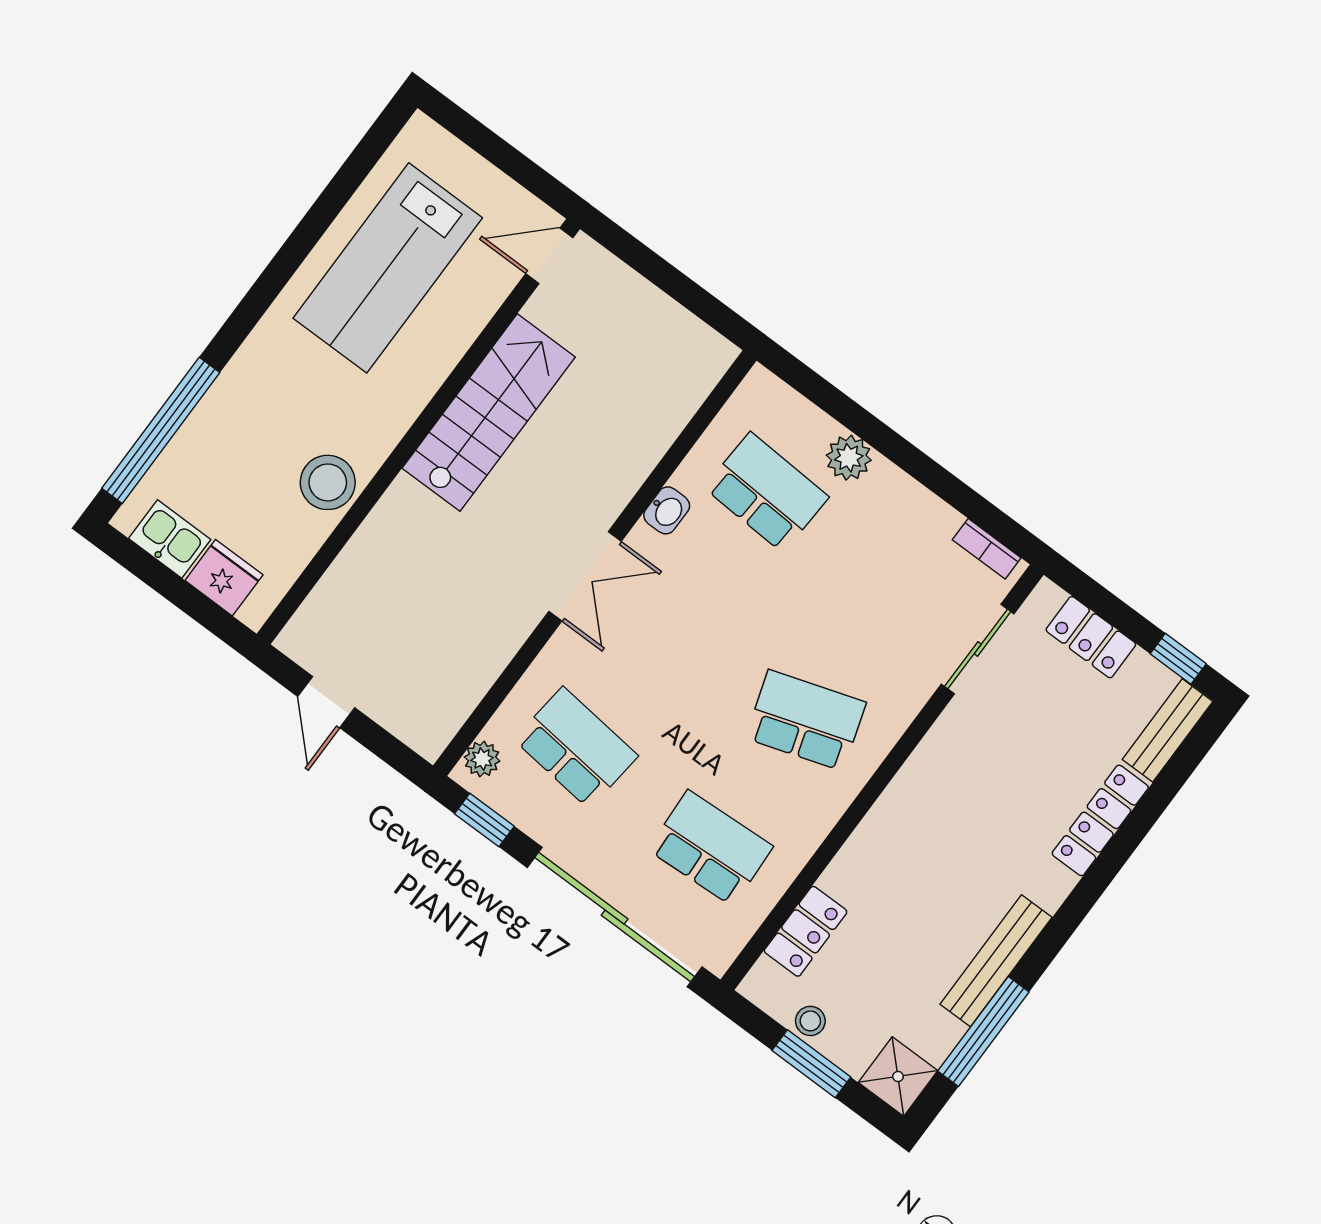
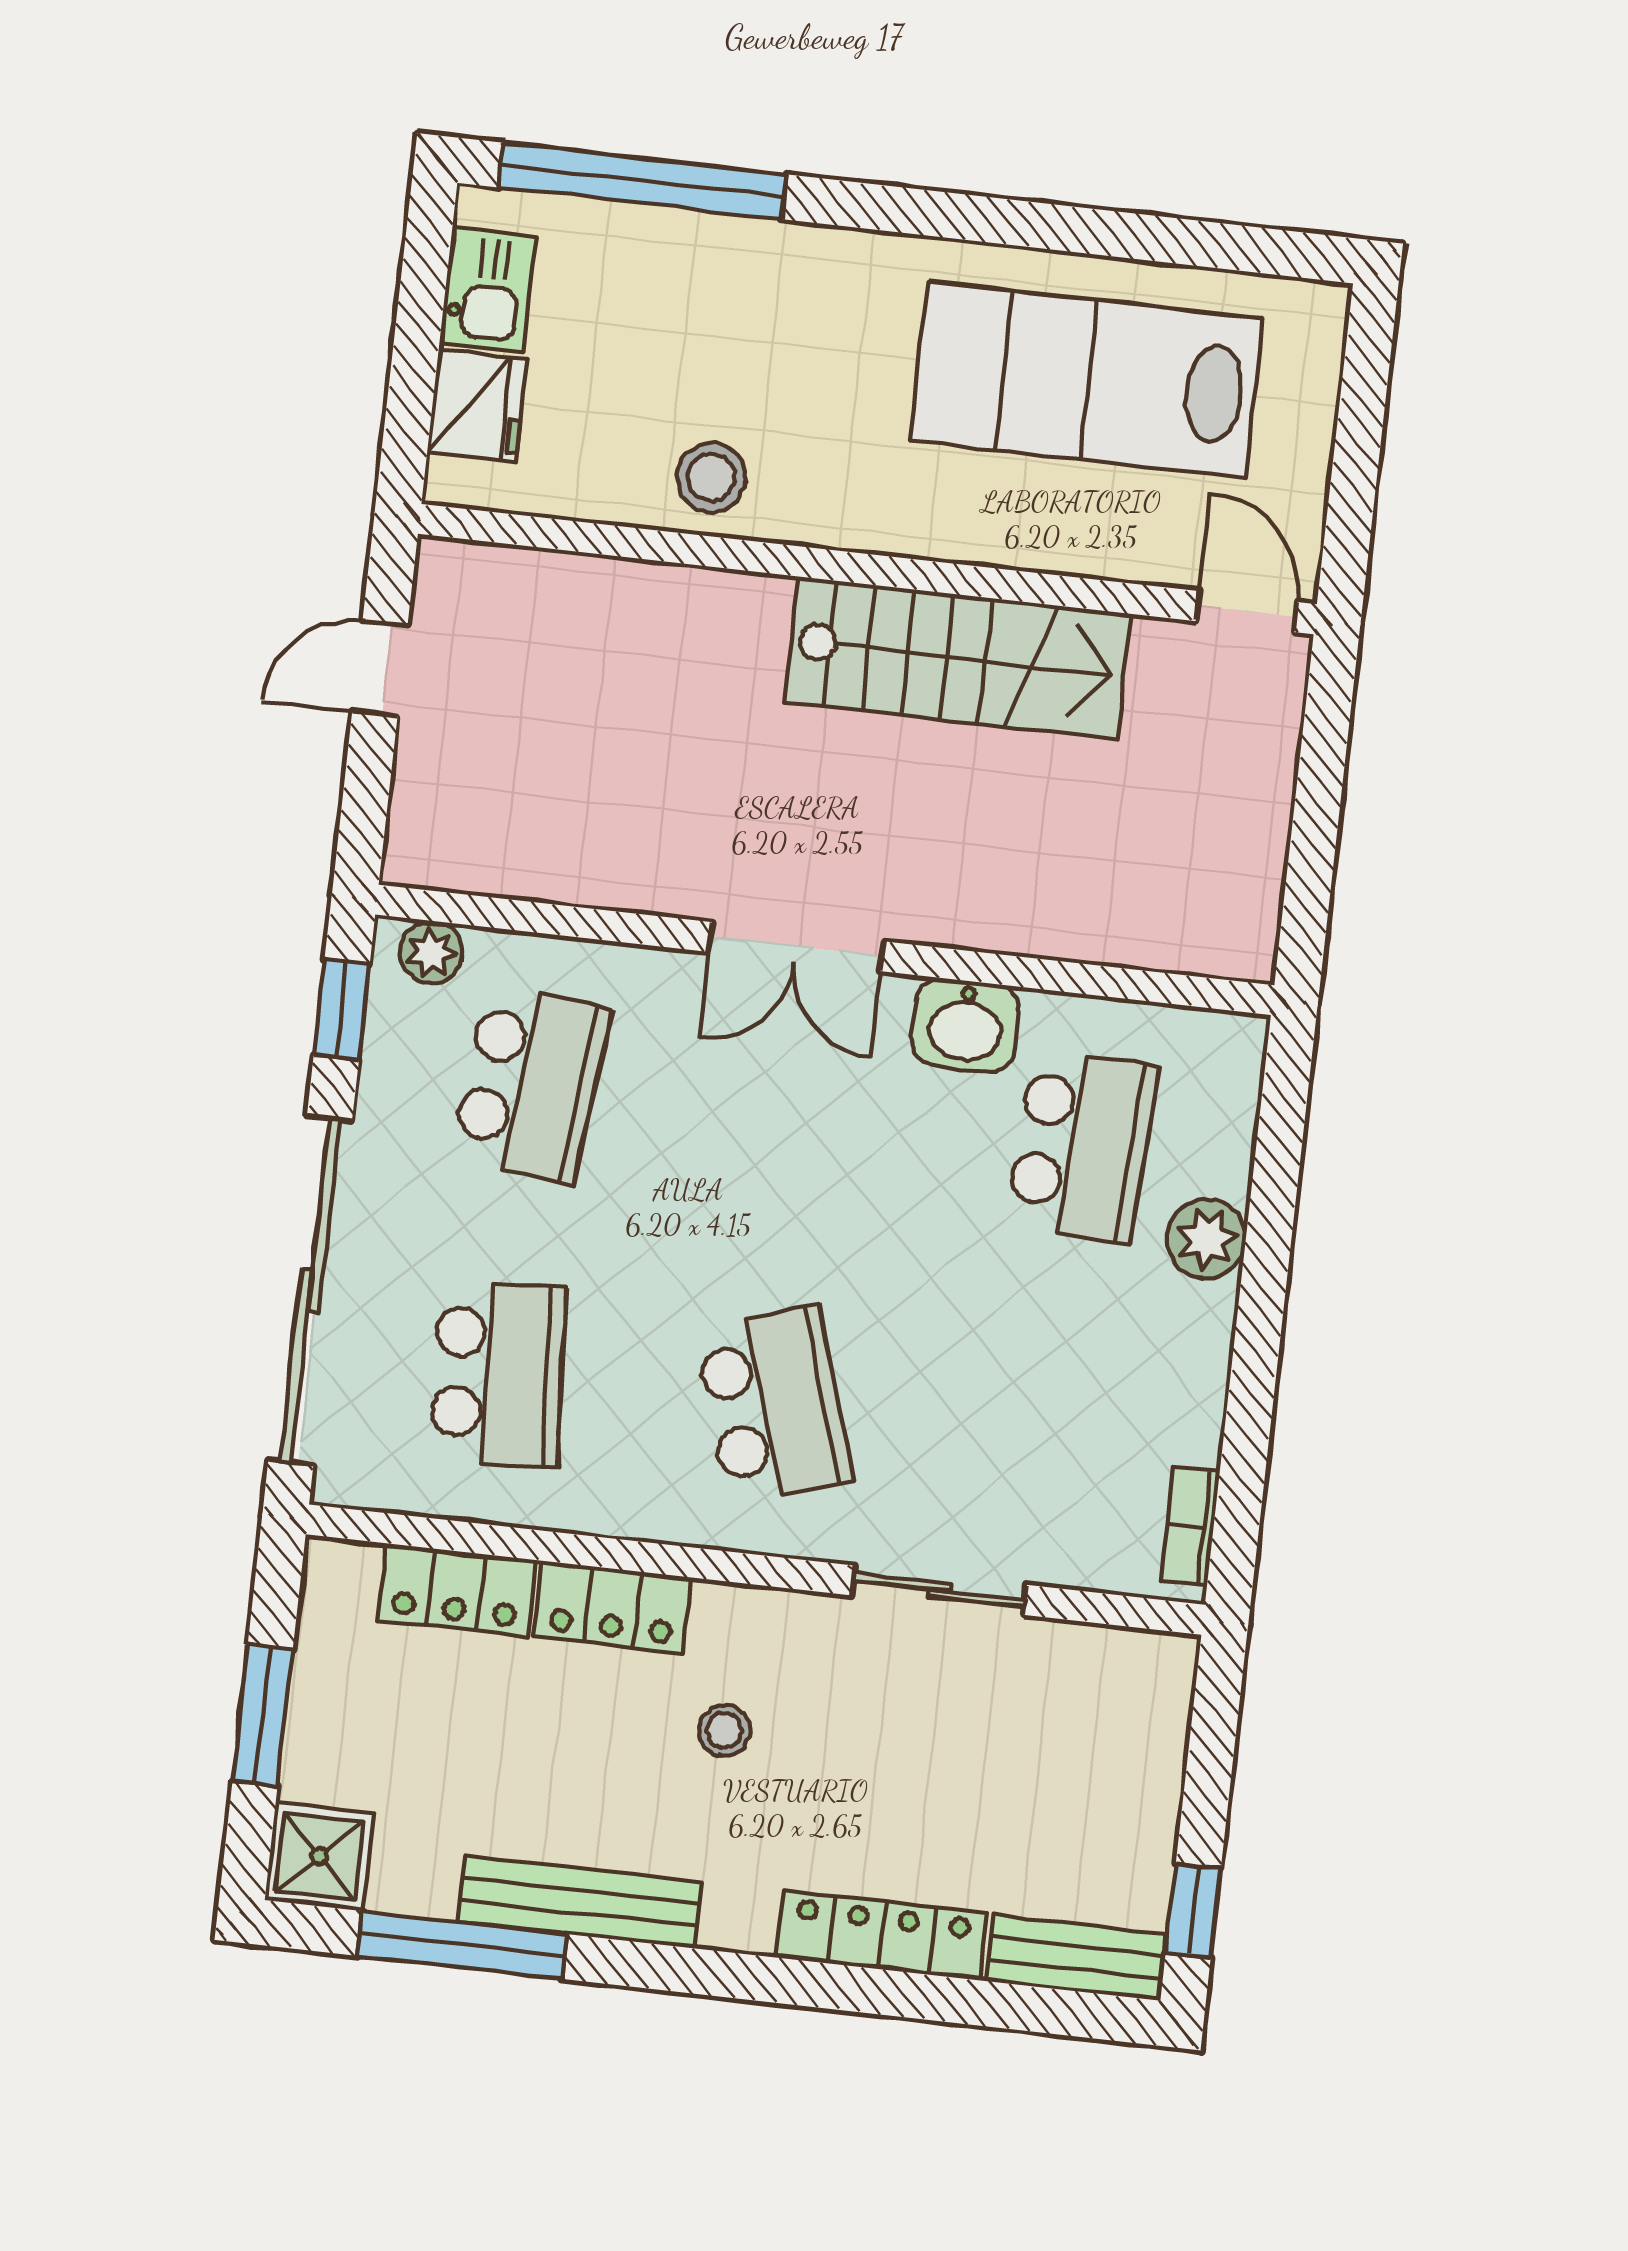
stool: (328, 482) -> (711, 478), width x0.73, depth x0.73
washbasin: (667, 510) -> (966, 1025), width x1.38, depth x1.45
locker: (1091, 637) -> (613, 1607), moved, turned -90
sliding door: (978, 649) -> (939, 1590), moved
stool: (810, 1021) -> (724, 1730), moved

